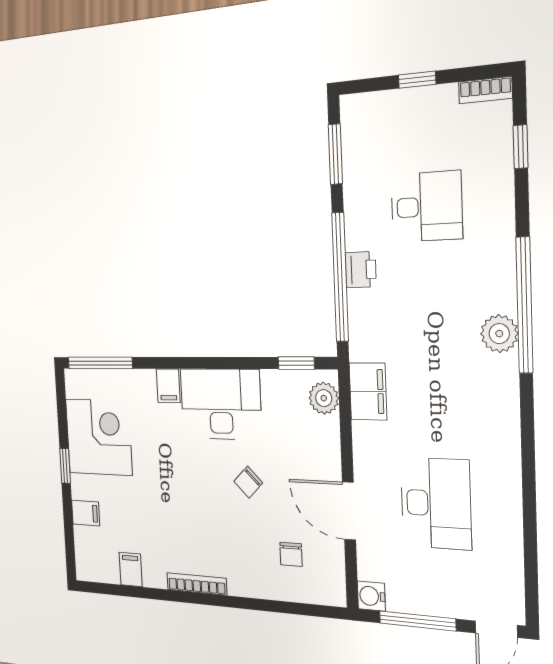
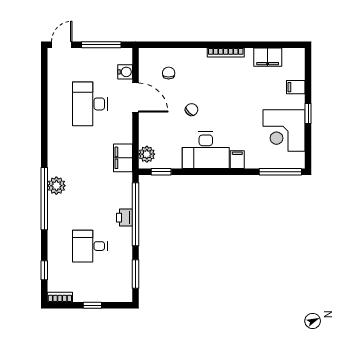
filing cabinet: (131, 569) -> (268, 57), width x2.00
water cooler: (371, 596) -> (125, 72), moved

